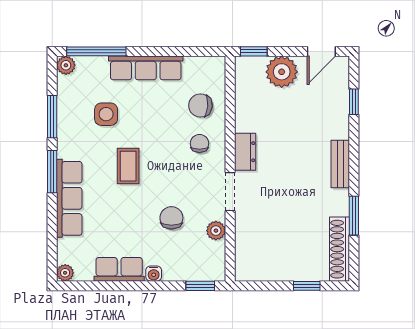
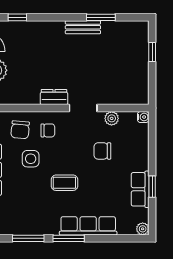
side table: (106, 114) -> (31, 159), moved
chair: (199, 143) -> (48, 130), turned 180
bench: (340, 164) -> (83, 27), moved
shoe rack: (340, 249) -> (125, 28), removed
water cooler: (154, 274) -> (143, 117), moved
window: (200, 286) -> (152, 187), moved

